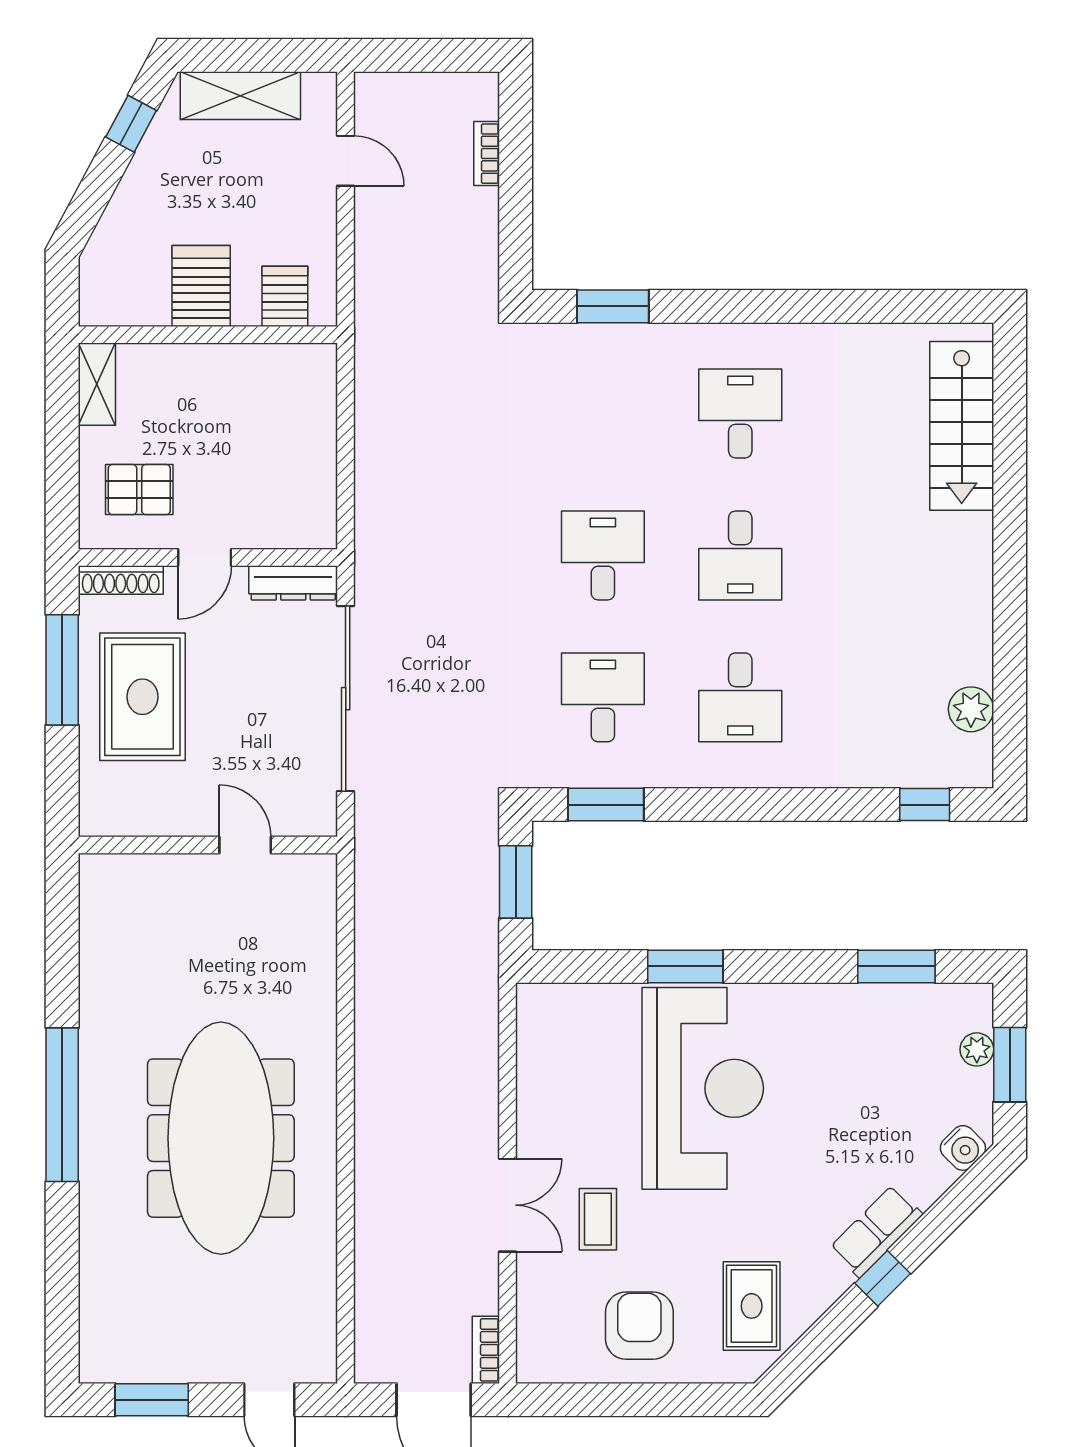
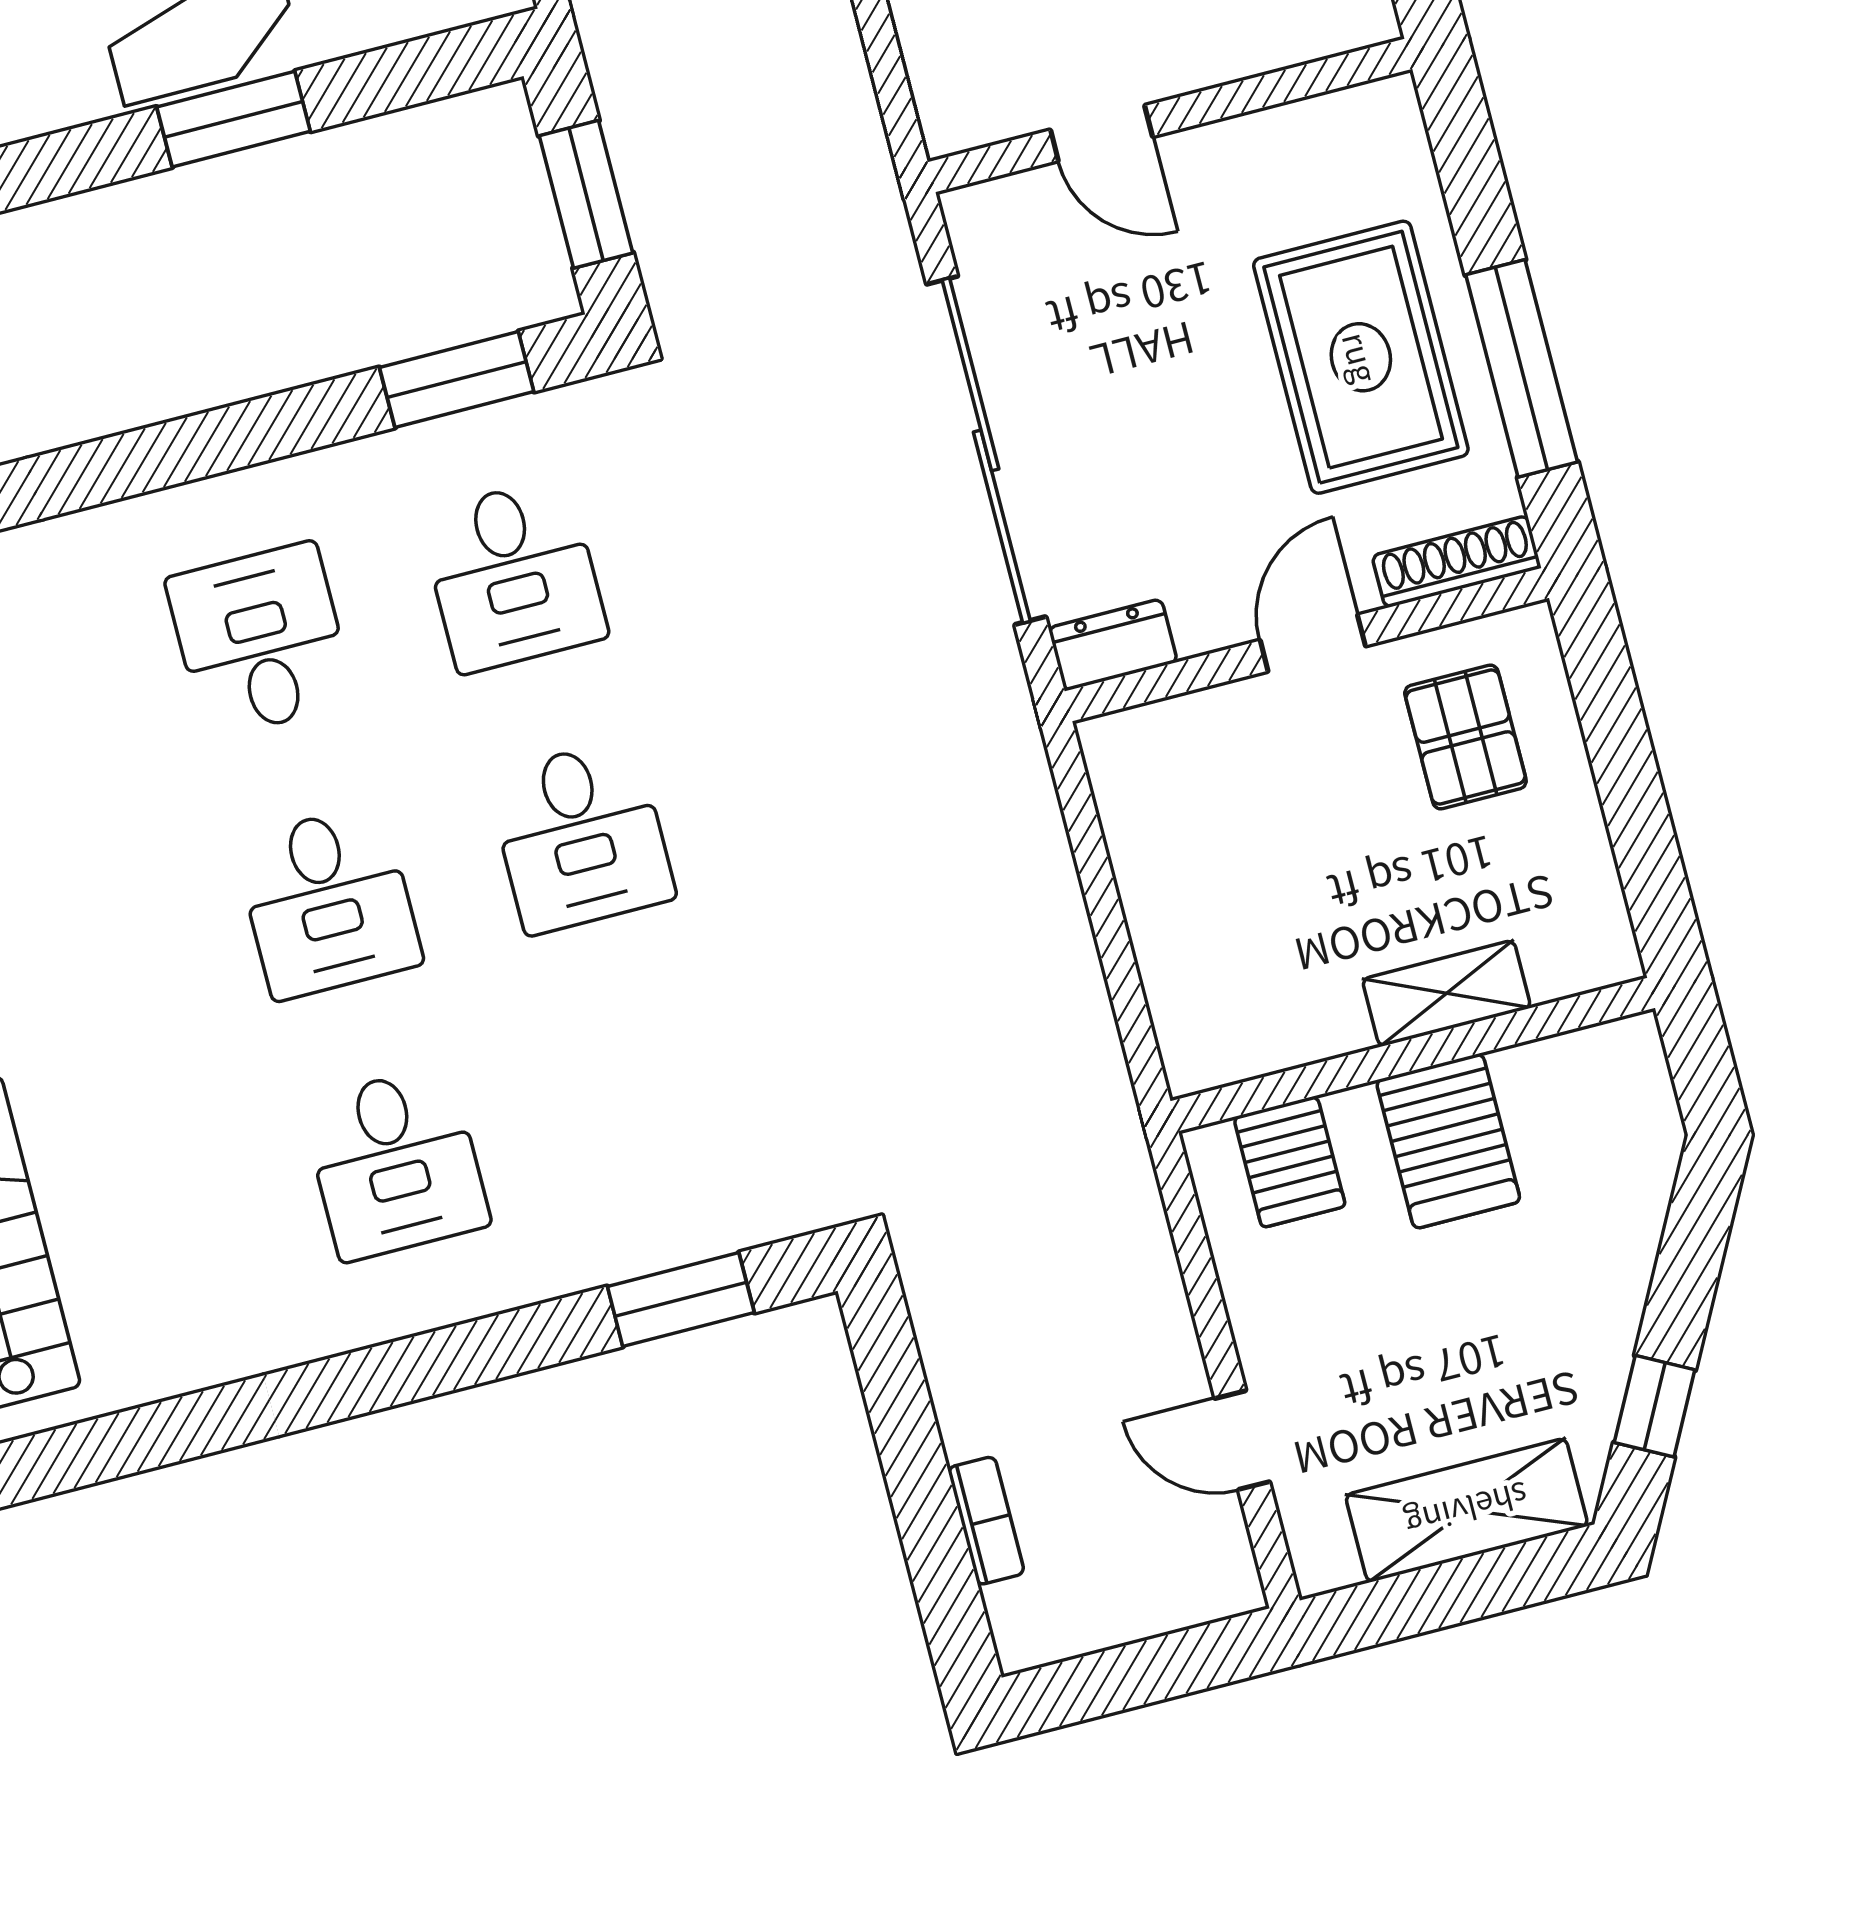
shelving: (97, 384) -> (1447, 993), moved, turned 90
pallet: (139, 490) -> (1465, 737), turned 90
desk: (740, 555) -> (328, 902), turned 180
dresser: (293, 583) -> (1113, 645), width x0.70

